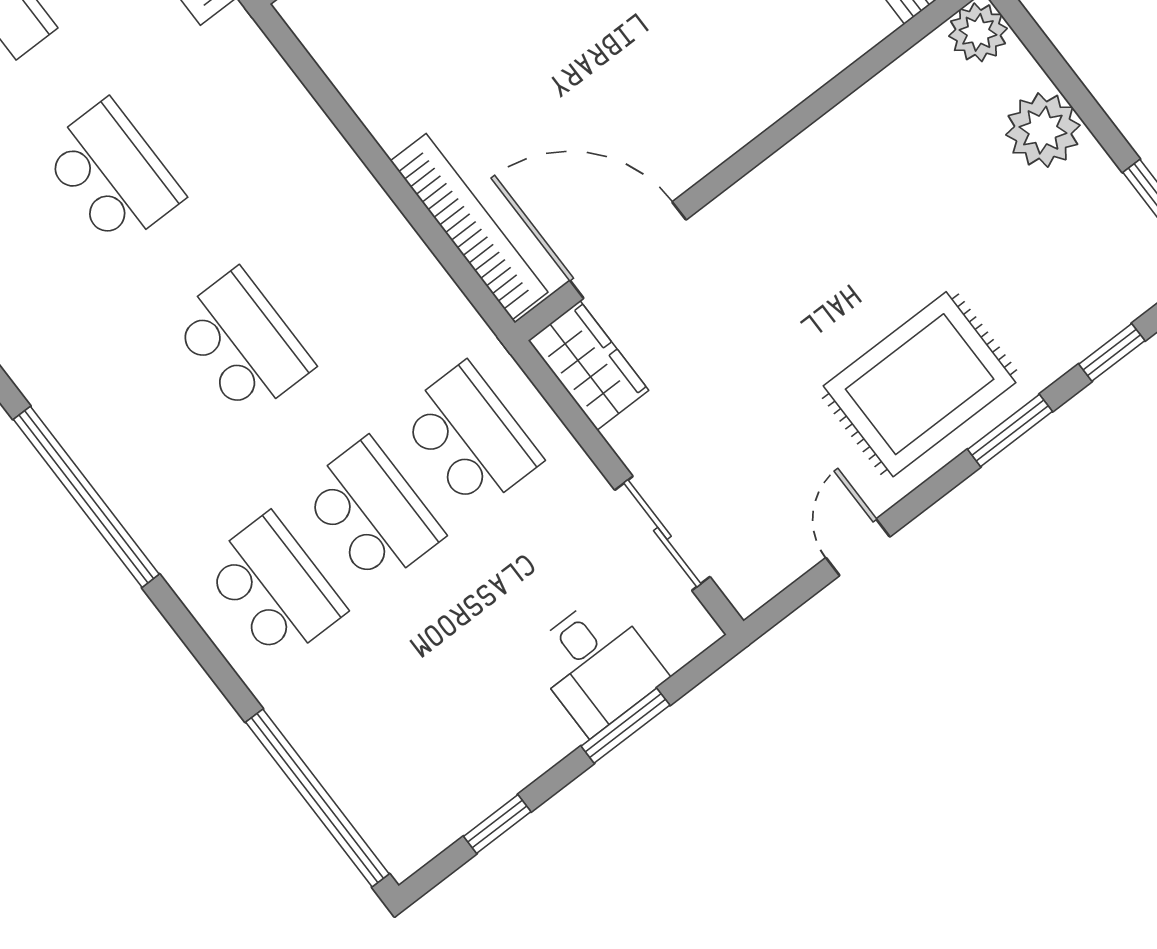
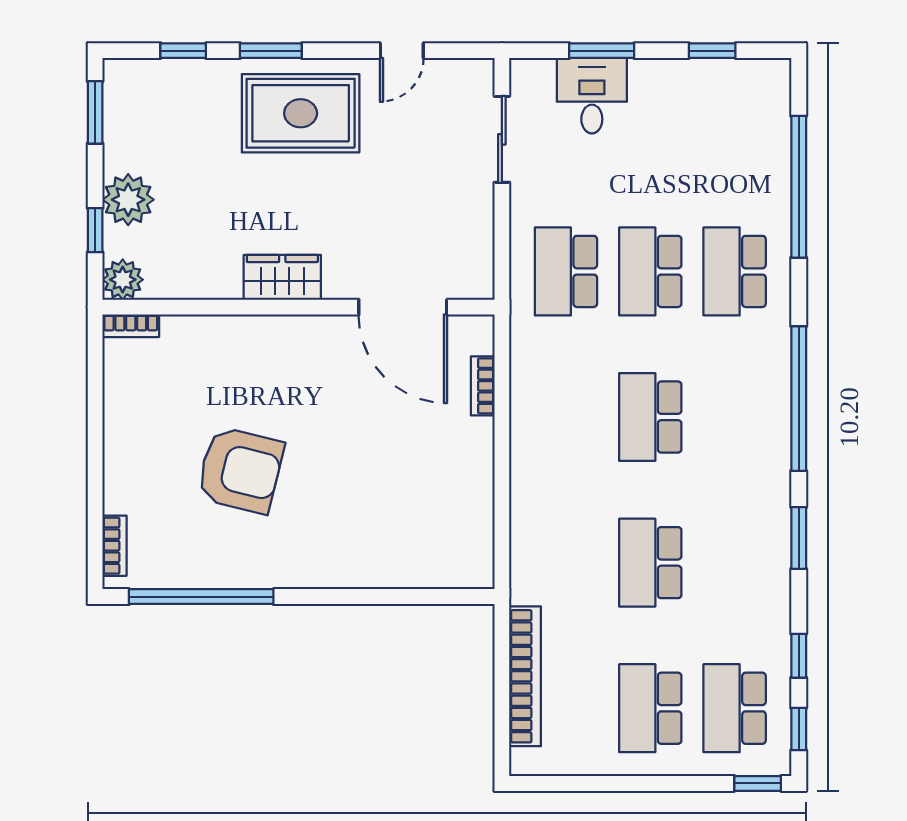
window: (1054, 65) -> (95, 230), added
bookcase: (469, 227) -> (483, 386), width x0.43, depth x0.76
wardrobe: (588, 365) -> (282, 277), moved, turned 90
window: (317, 798) -> (799, 187), moved

